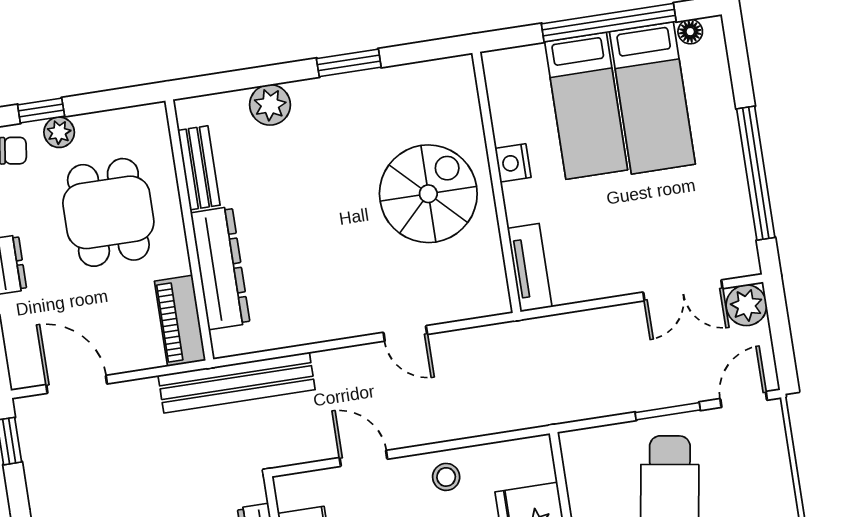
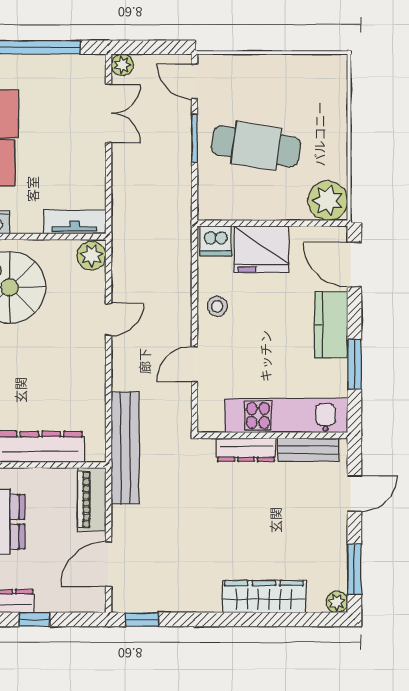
plant: (488, 297) -> (91, 256), added
plant: (746, 305) -> (122, 65), width x0.73, depth x0.73
piano: (180, 321) -> (92, 499), moved, turned 90
dishwasher: (534, 461) -> (216, 241), added

